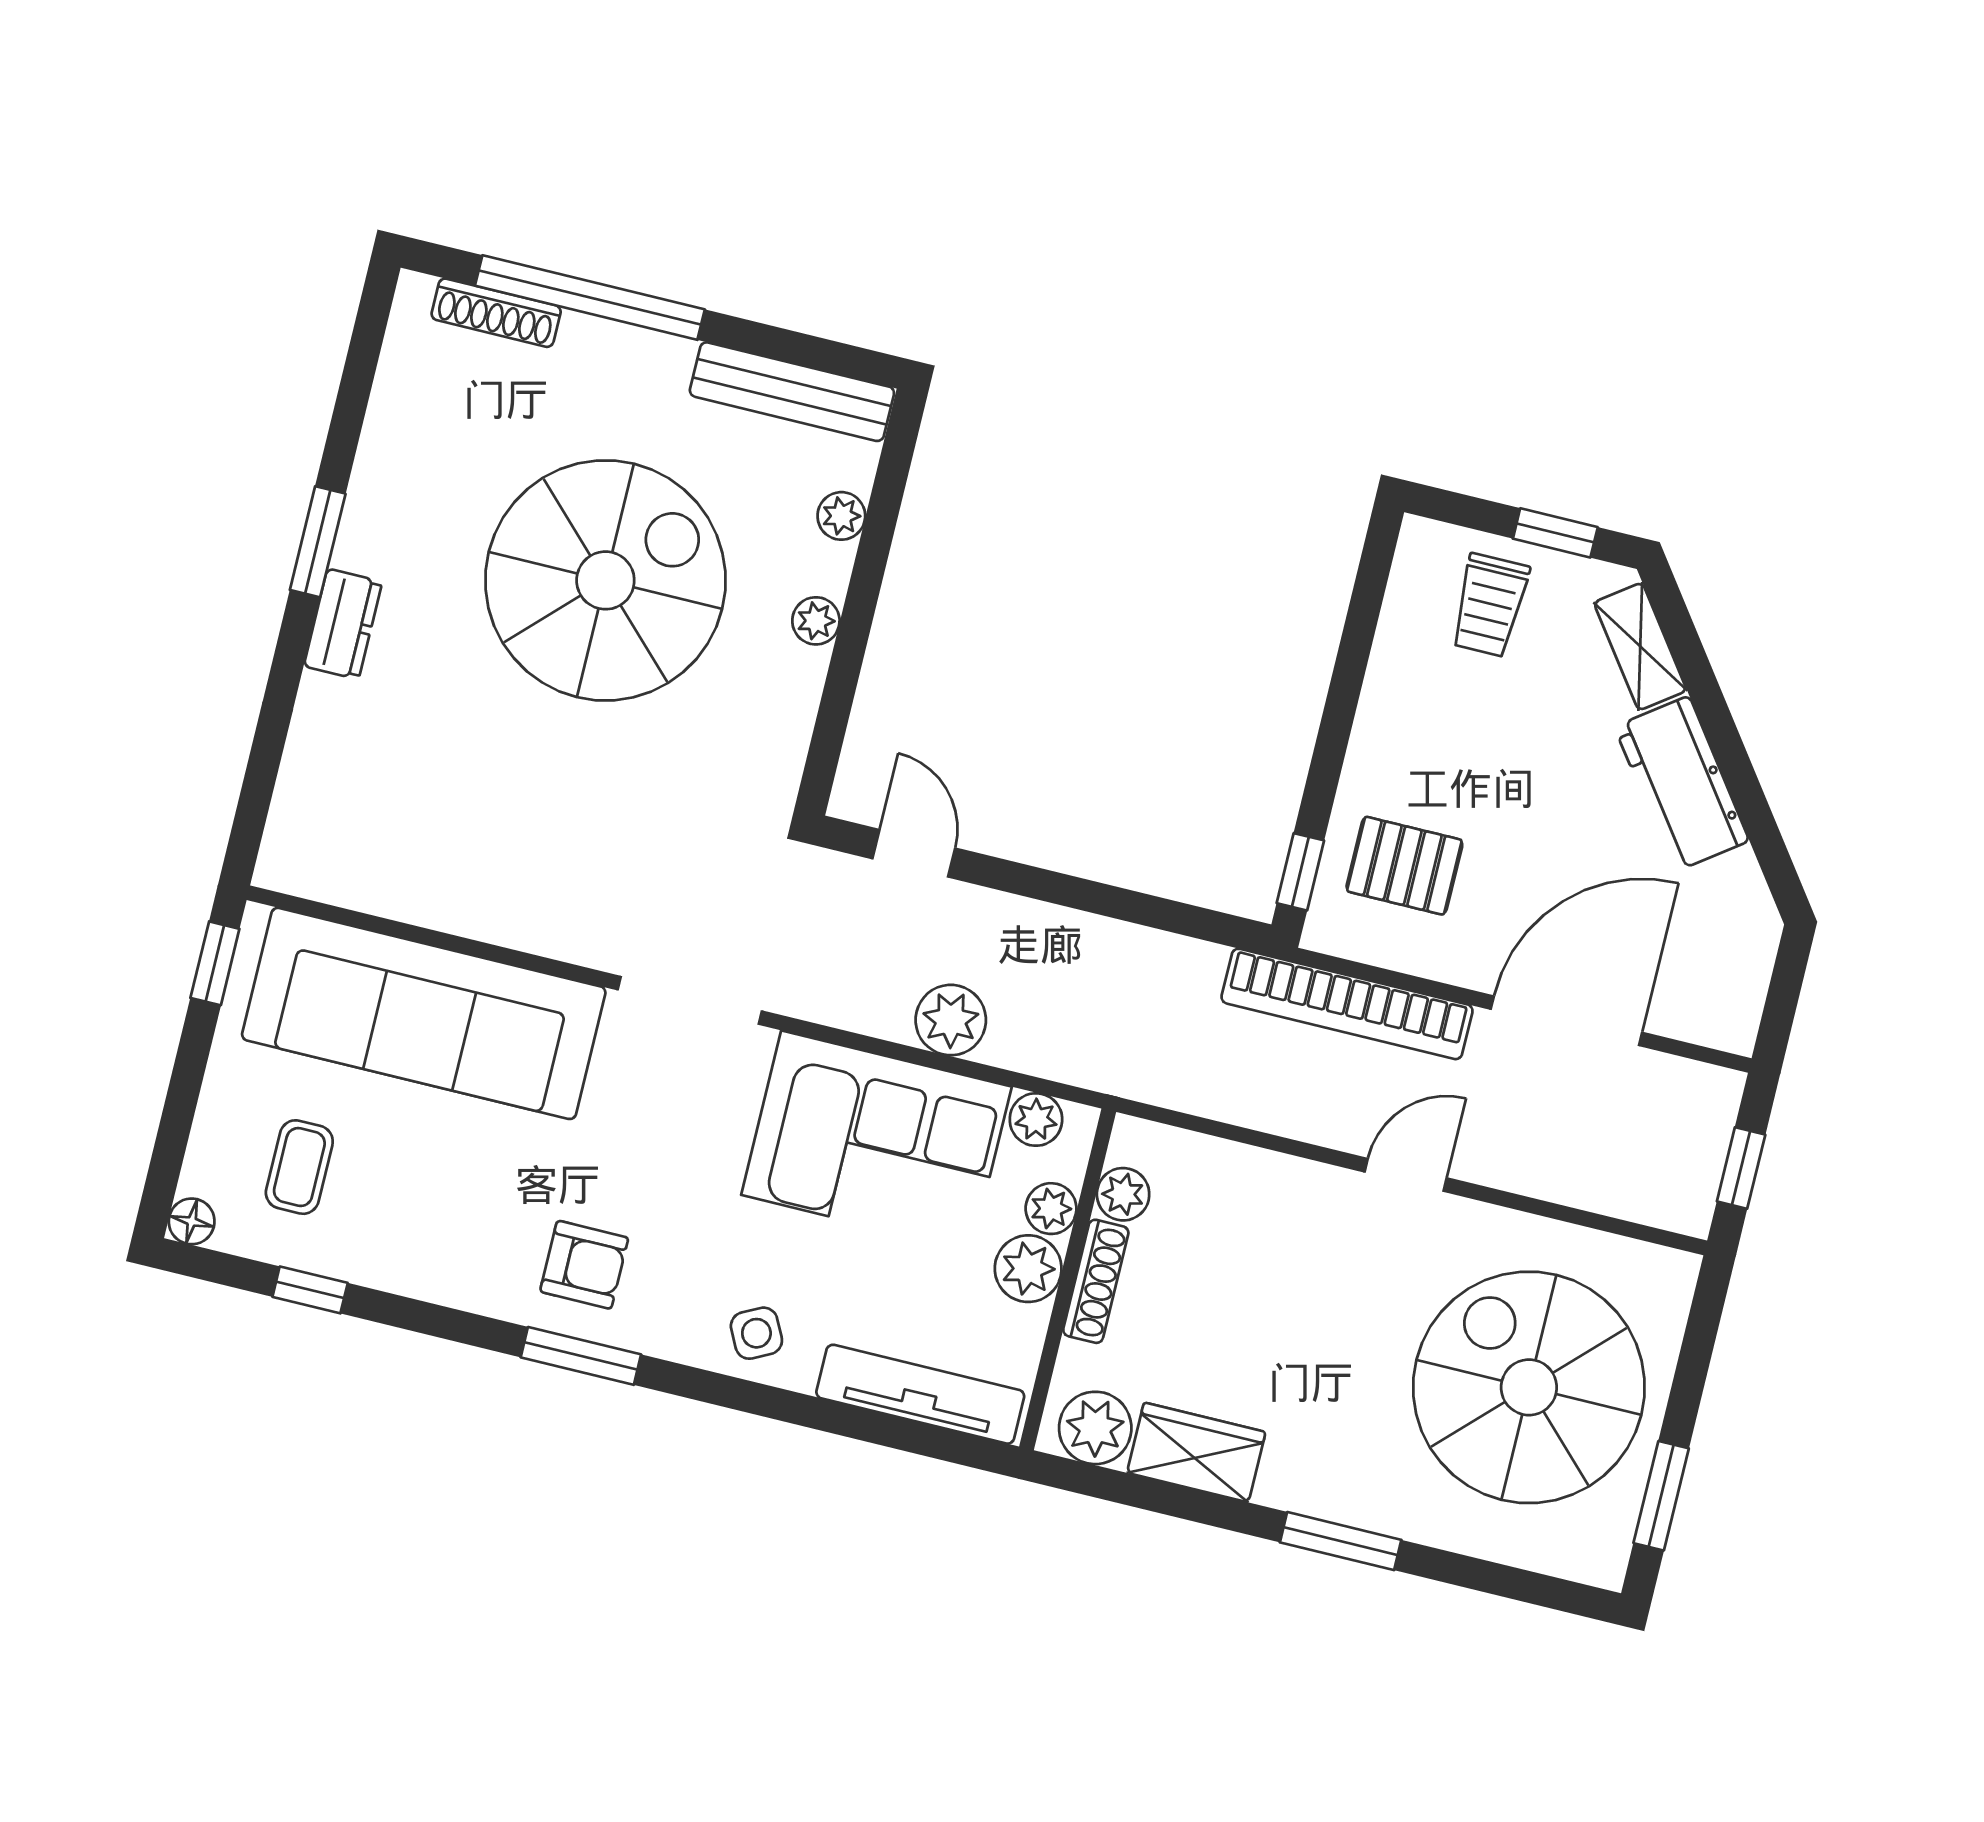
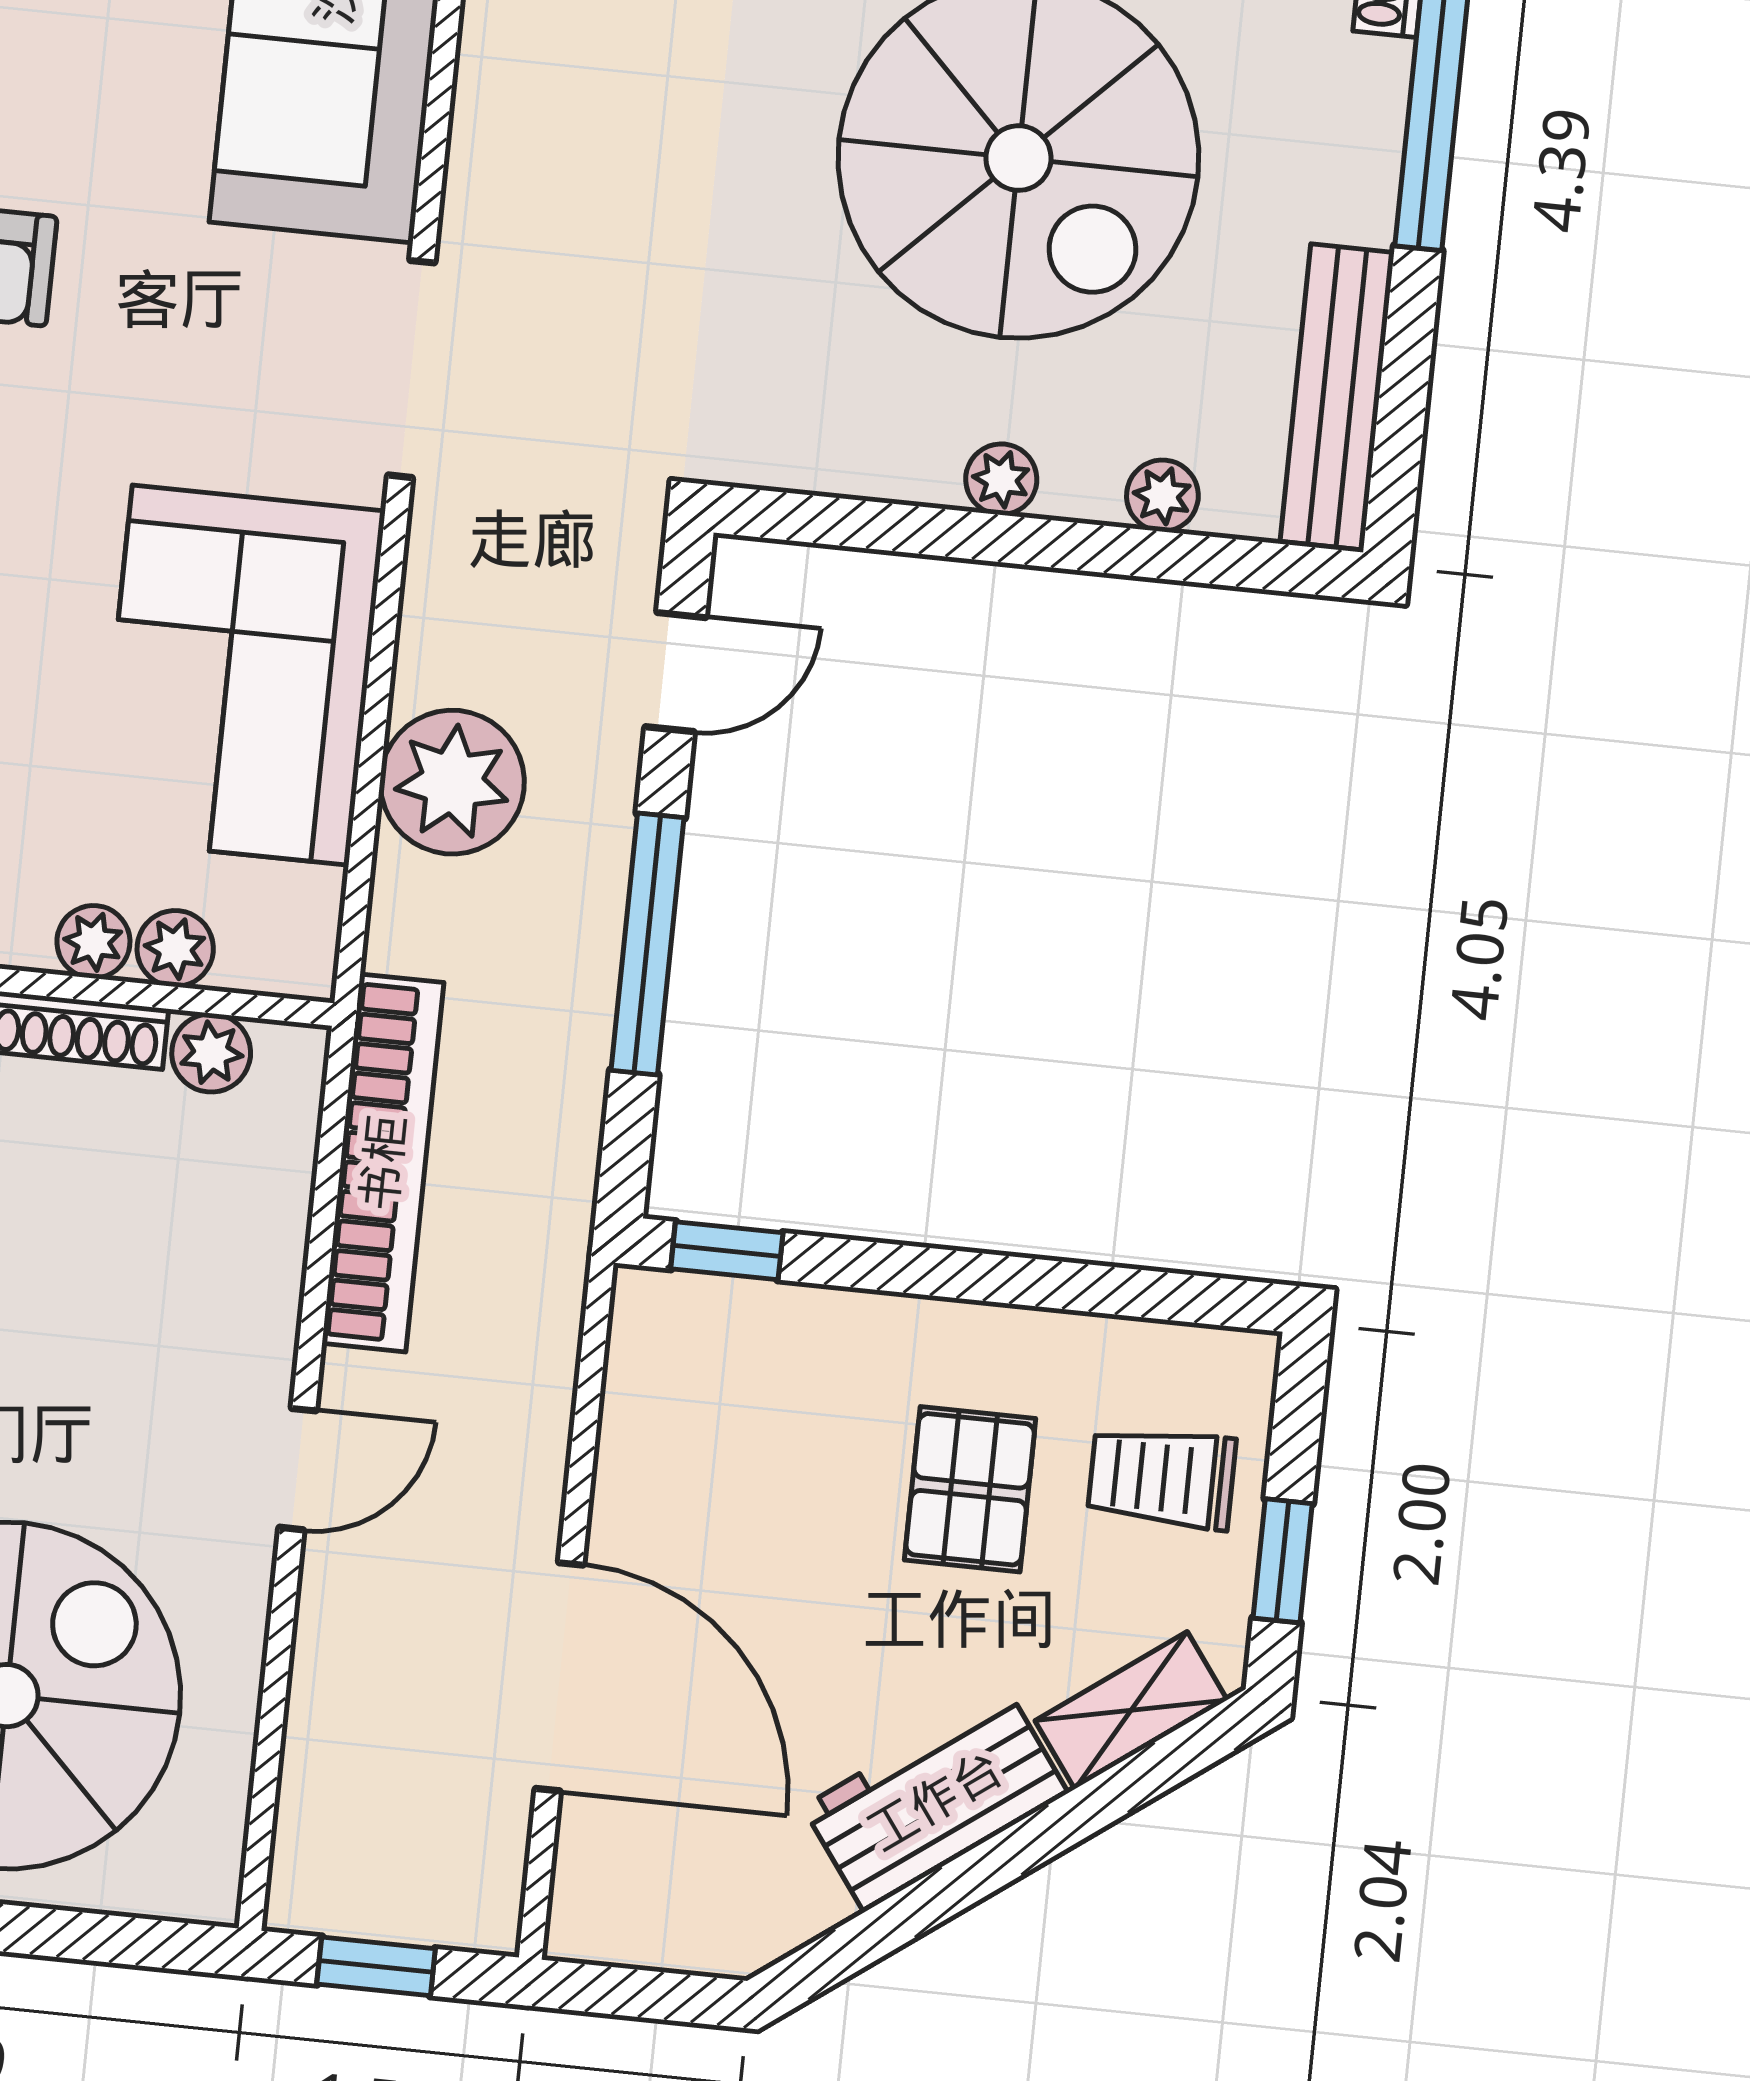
pallet: (1404, 866) -> (970, 1489), moved
window: (1091, 896) -> (647, 944), added
bookcase: (1347, 1004) -> (383, 1163), moved, turned 180
plant: (951, 1020) -> (452, 782), width x1.36, depth x1.36
plant: (1036, 1120) -> (305, 908), removed
door: (1406, 1175) -> (298, 1469), hinge flipped
plant: (1028, 1269) -> (93, 942), width x0.73, depth x0.73

